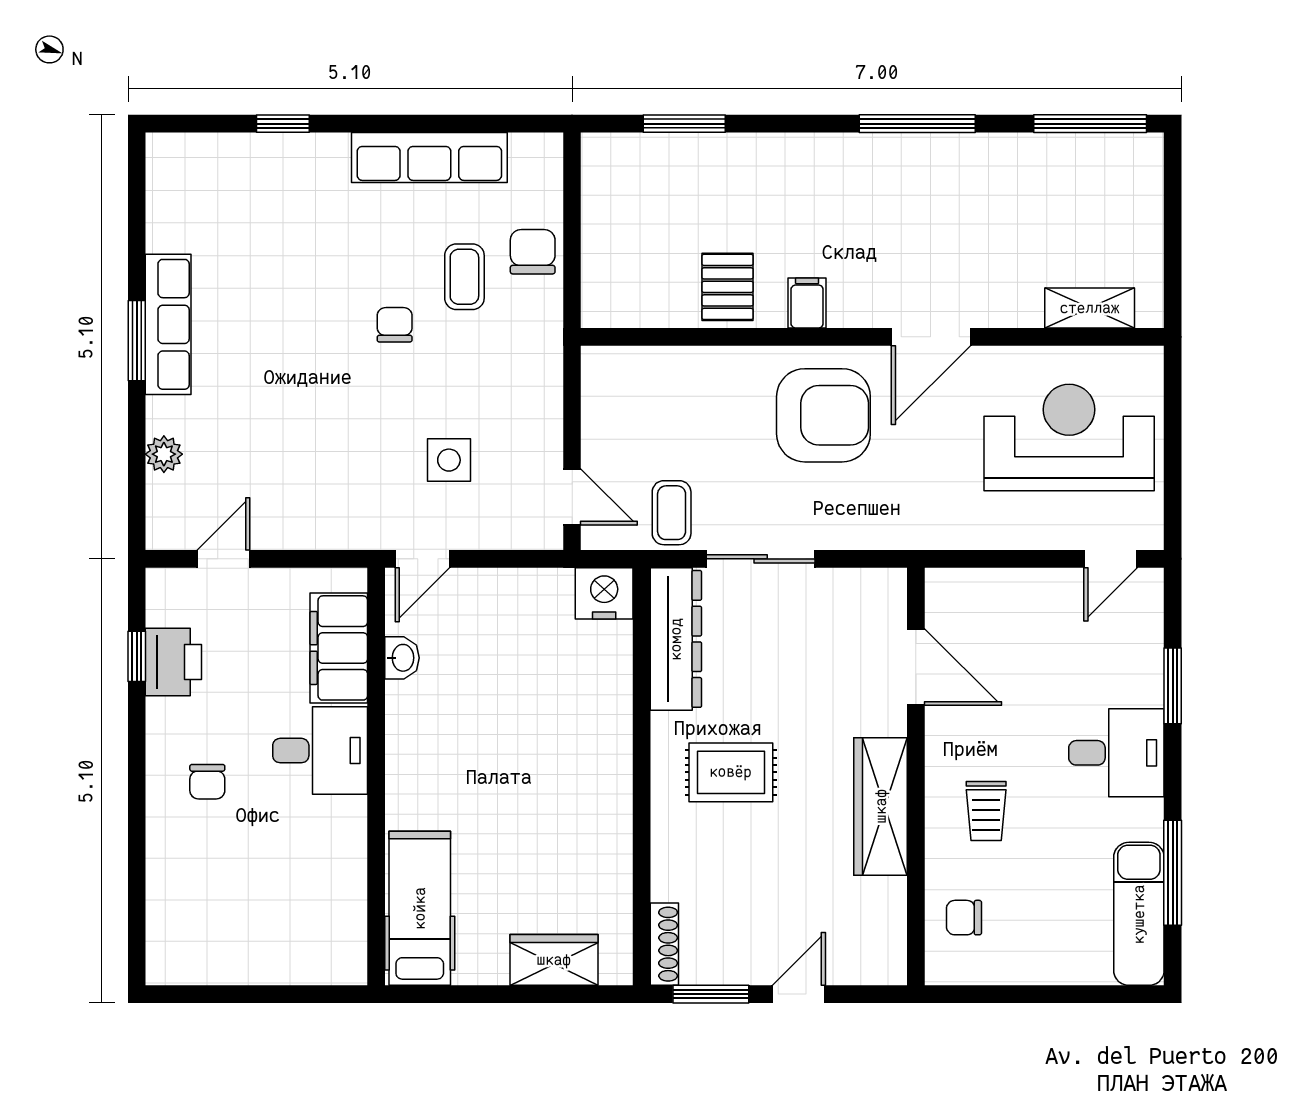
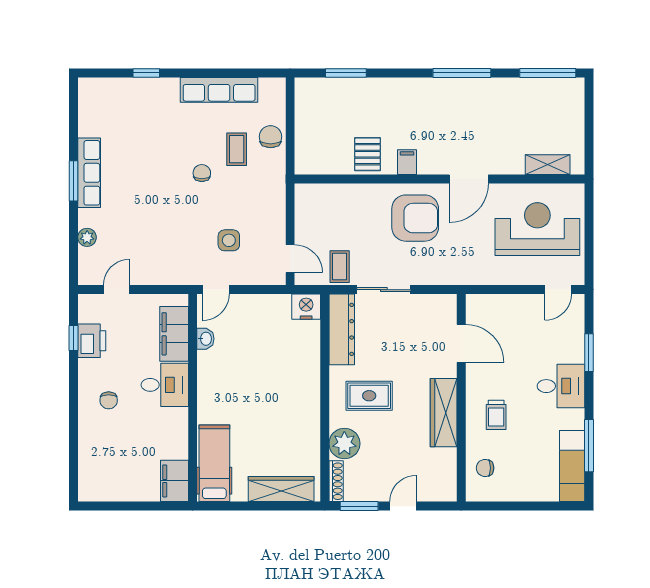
plant: (681, 868) -> (344, 444), added
filing cabinet: (340, 944) -> (174, 481), added
wardrobe: (554, 960) -> (281, 489), width x1.50

